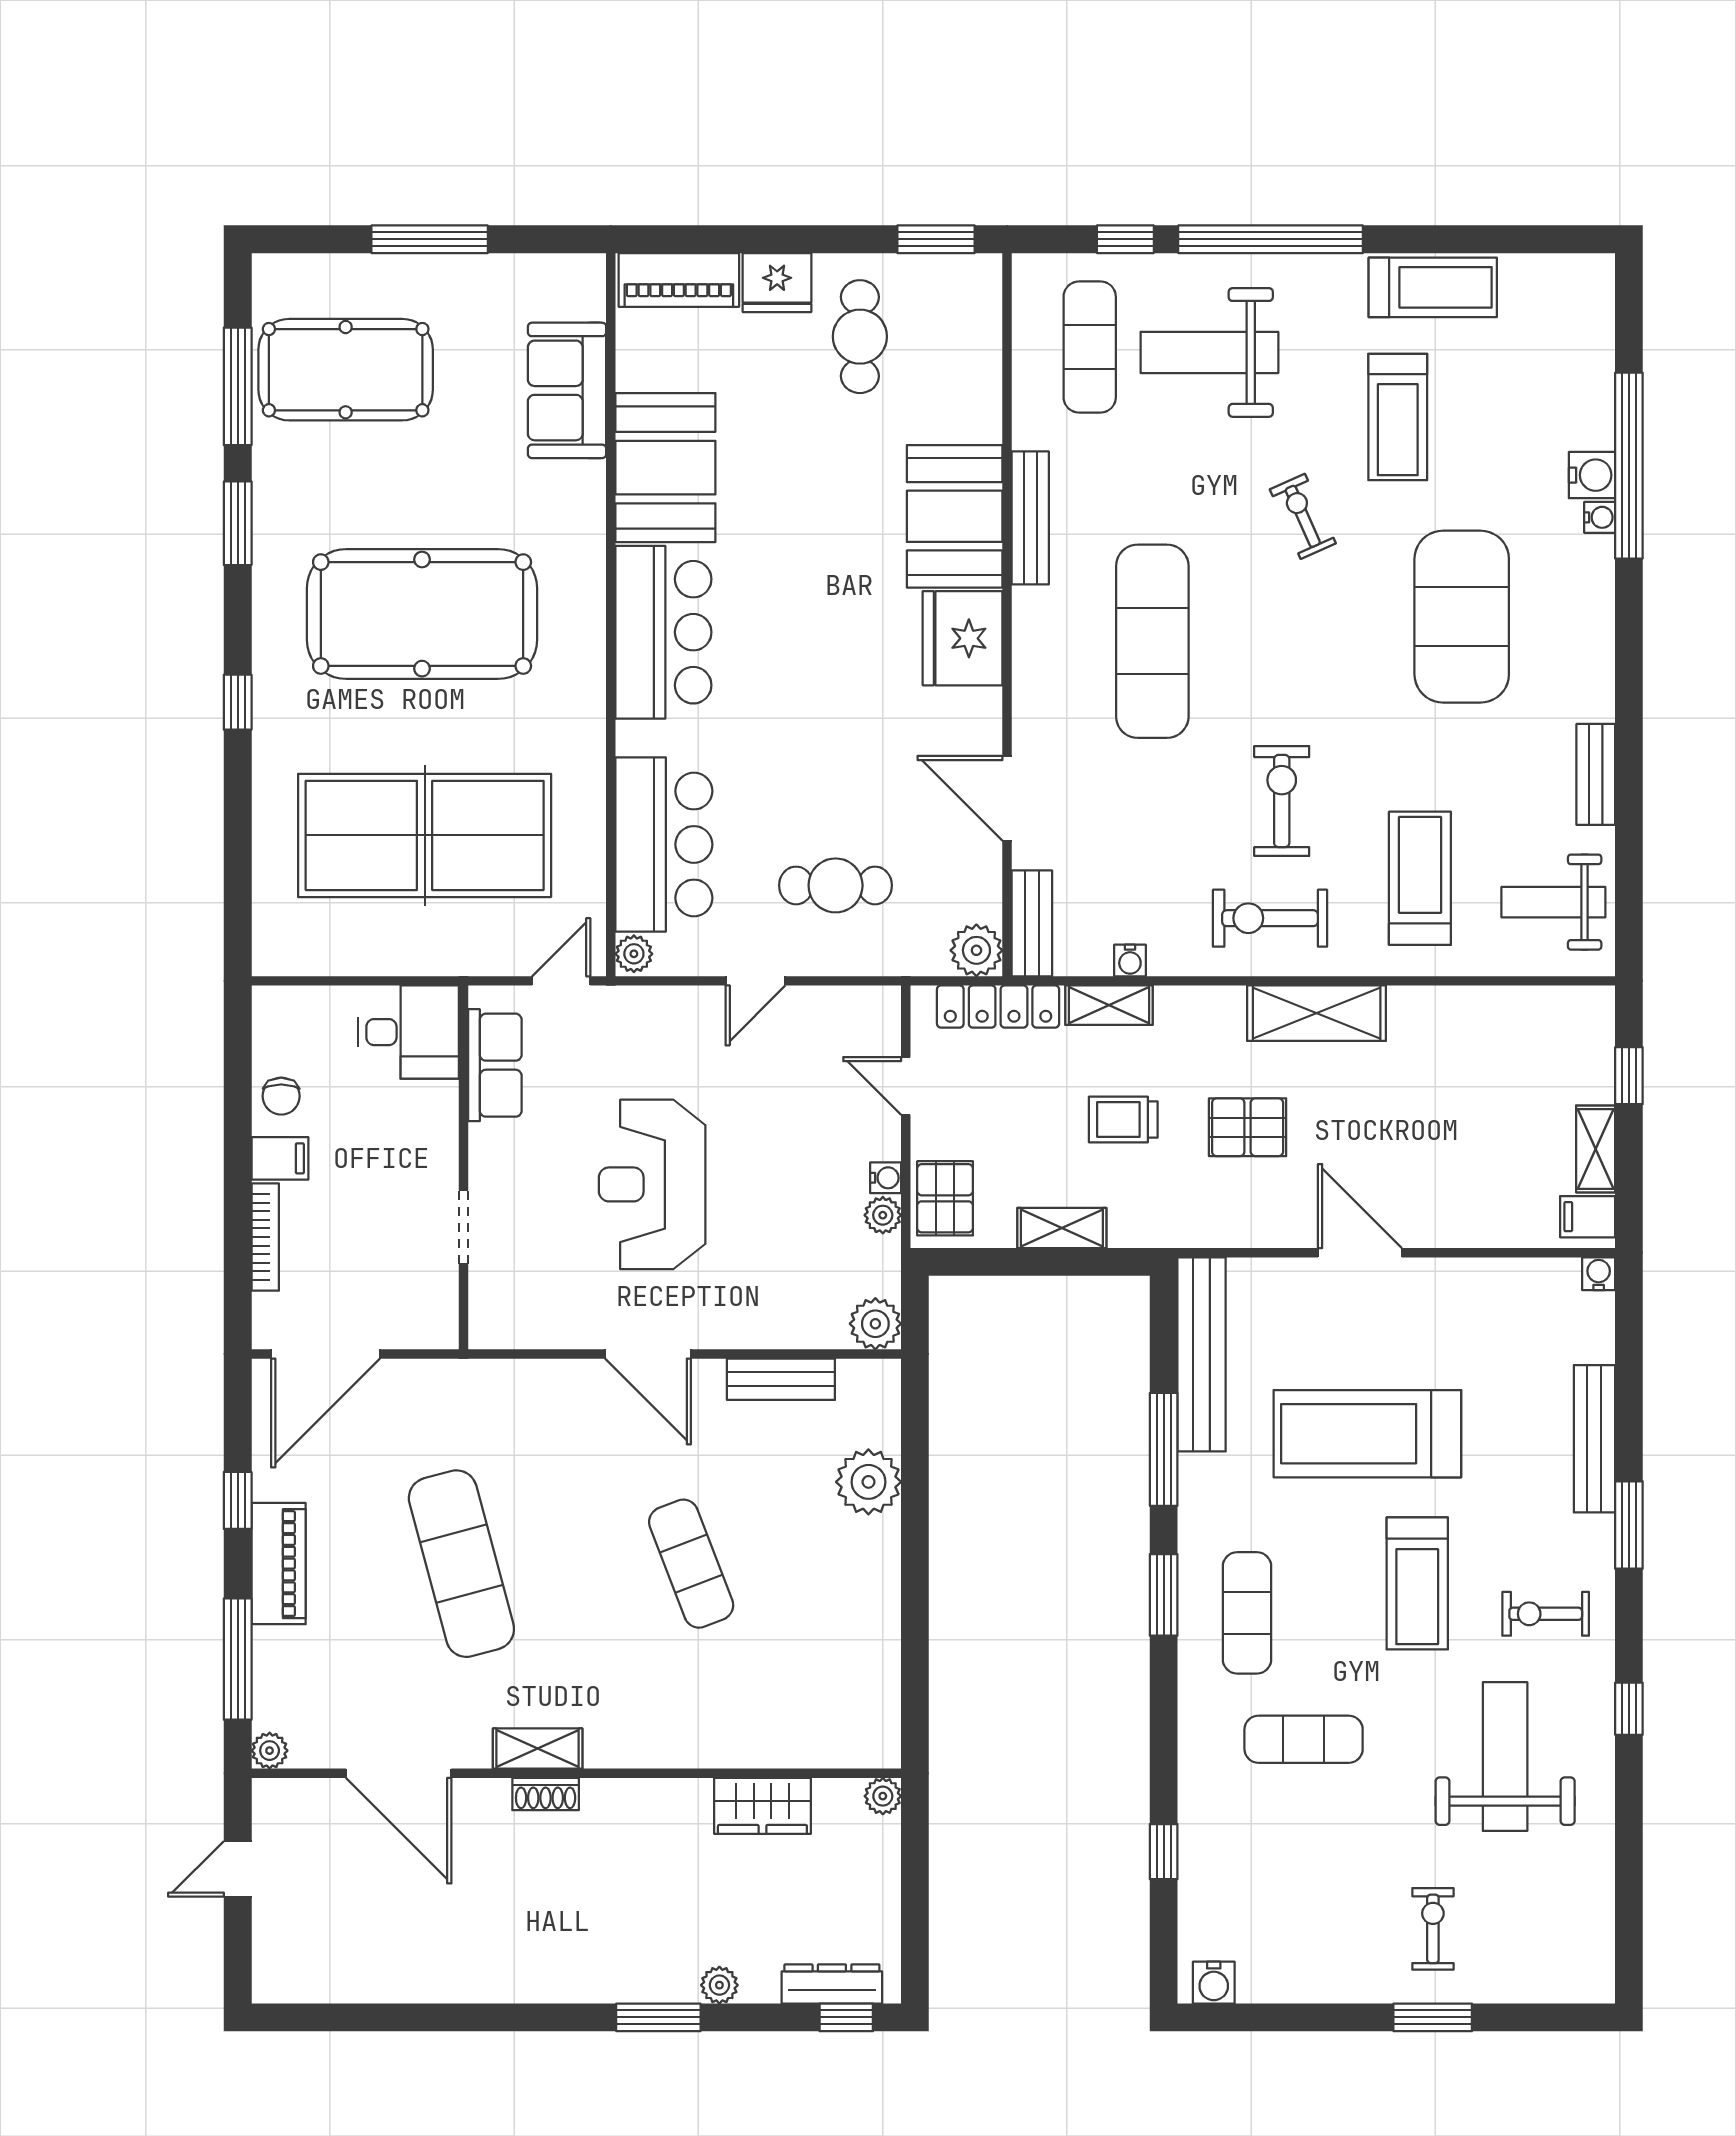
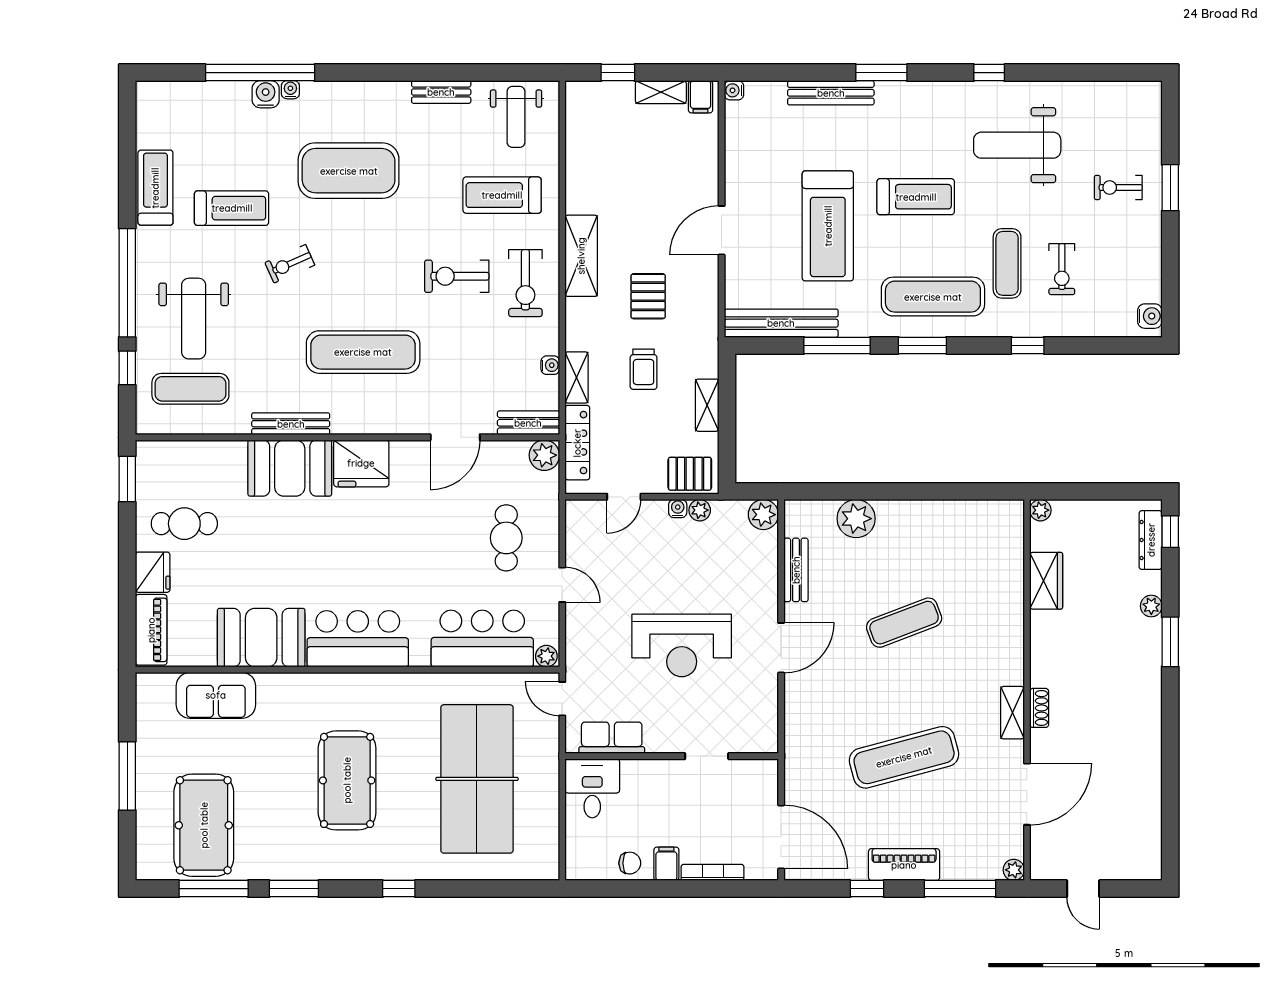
pool table: (422, 614) -> (347, 780), width x0.73, depth x0.76
exercise mat: (1247, 1613) -> (933, 297), width x1.36, depth x1.45
exercise bike: (1546, 1614) -> (1062, 269), moved
window: (1164, 1852) -> (1028, 345), moved

